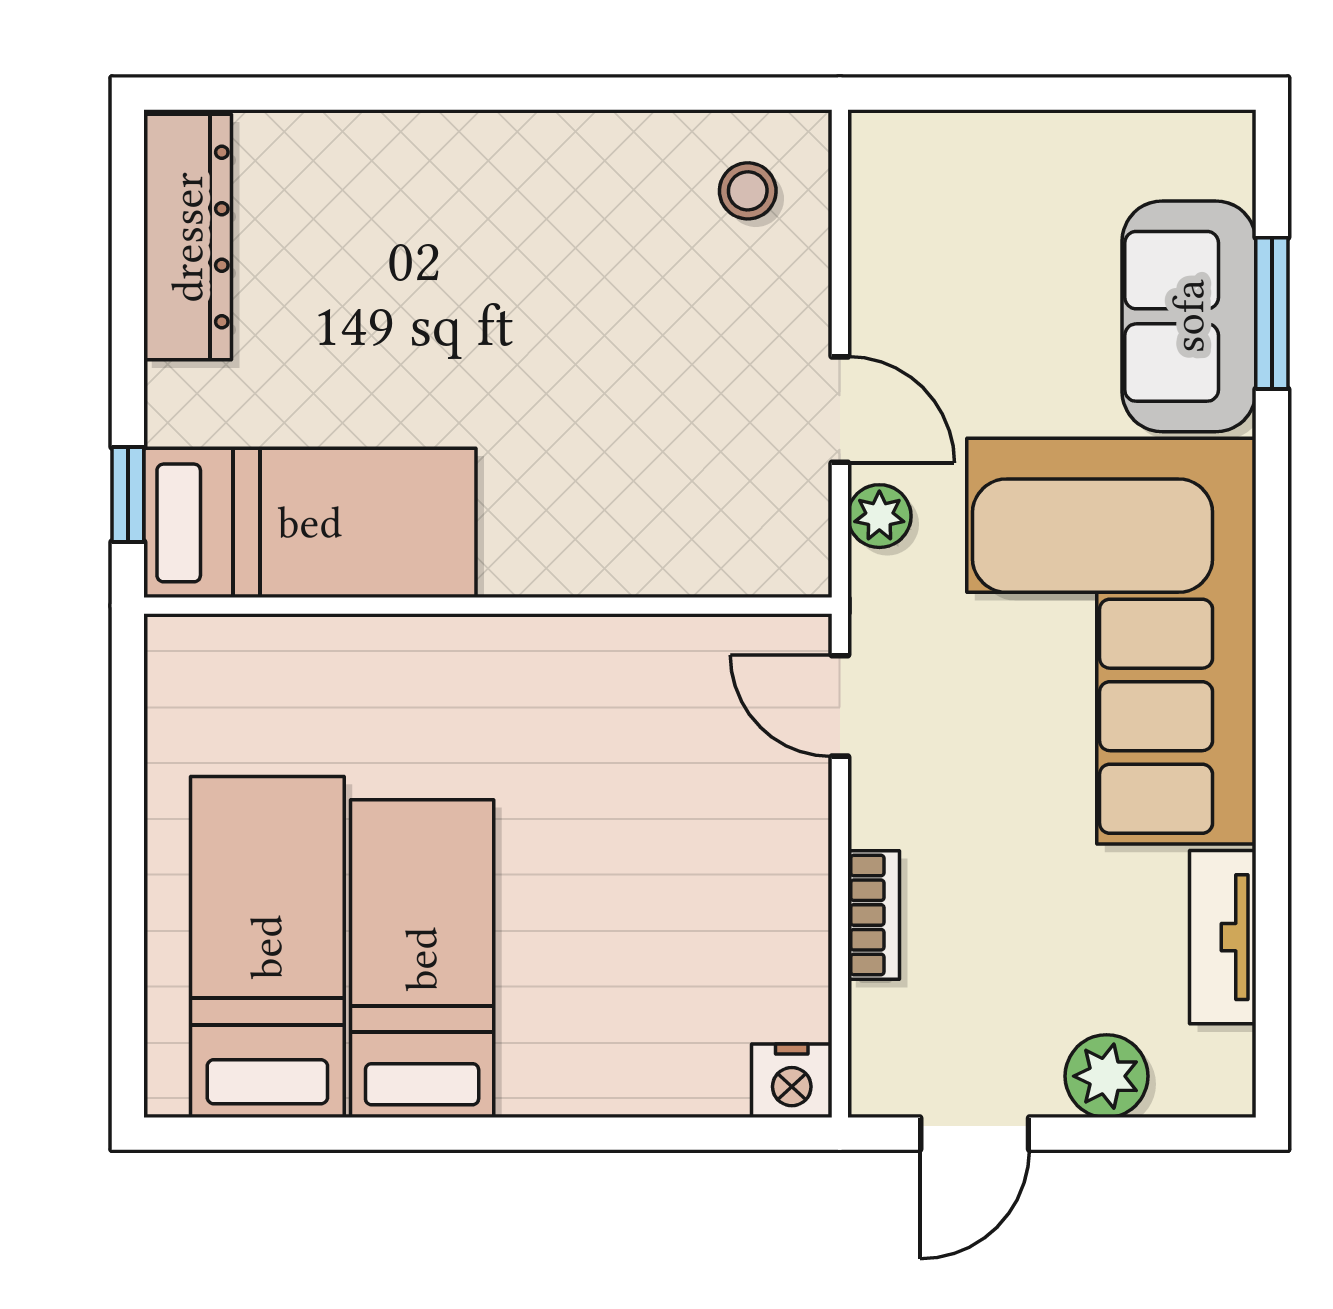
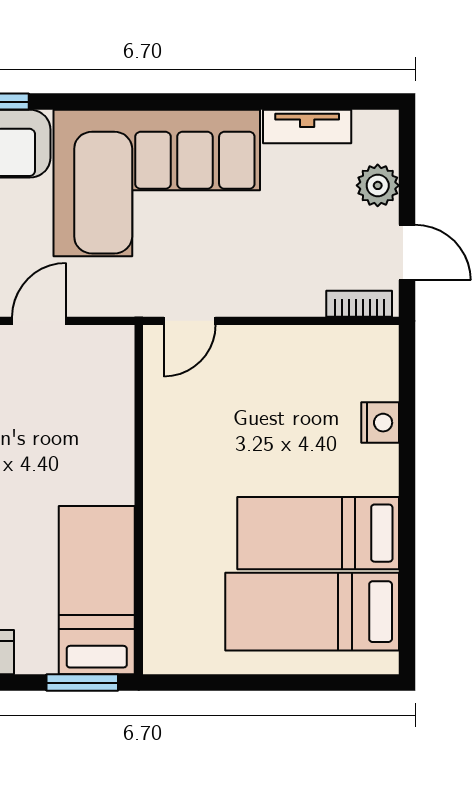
window: (128, 494) -> (82, 683), width x1.50
plant: (879, 516) -> (93, 301), removed
bookcase: (874, 915) -> (359, 304), moved
nightstand: (792, 1081) -> (380, 423), moved

